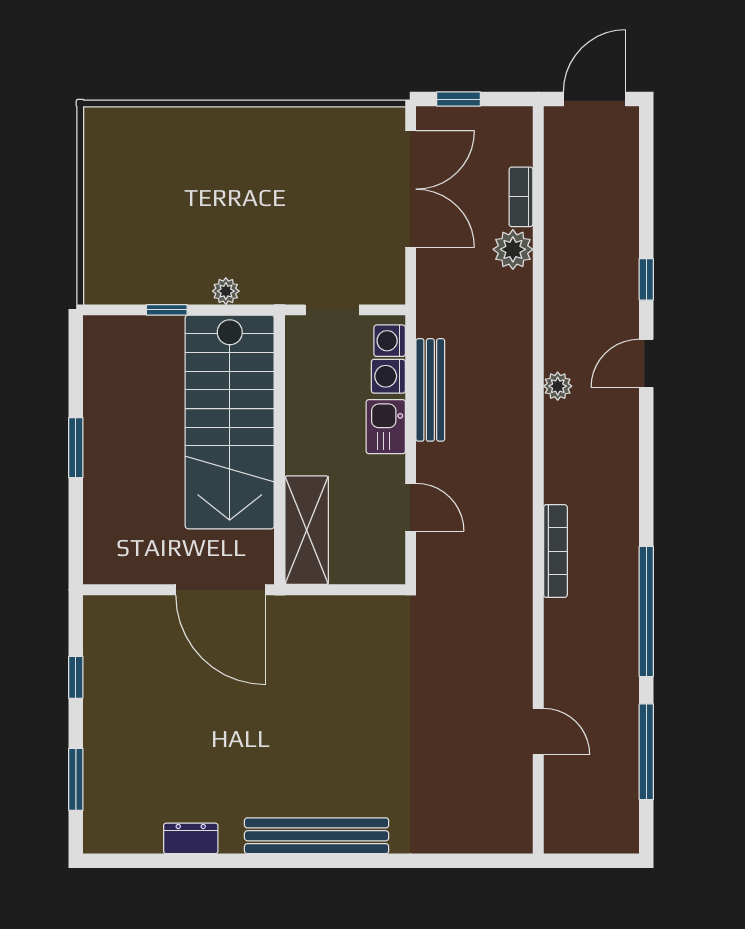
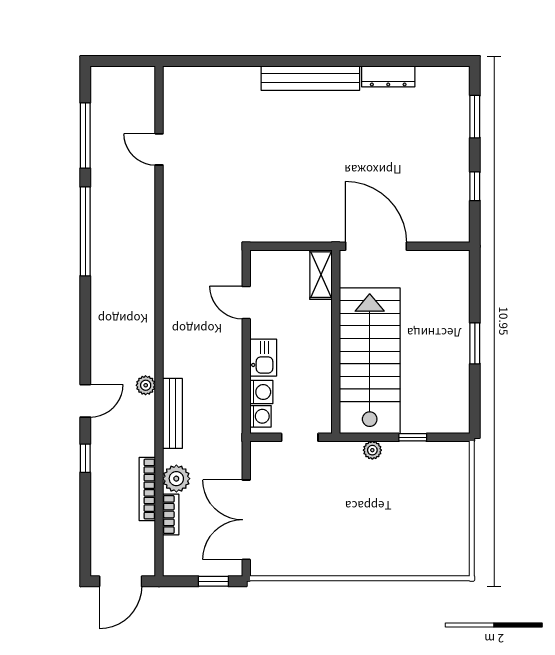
bench: (430, 390) -> (172, 413), moved
shelving: (307, 530) -> (321, 275), width x0.67, depth x0.75
bookcase: (555, 551) -> (147, 489), moved
dresser: (191, 838) -> (388, 76), width x1.44

